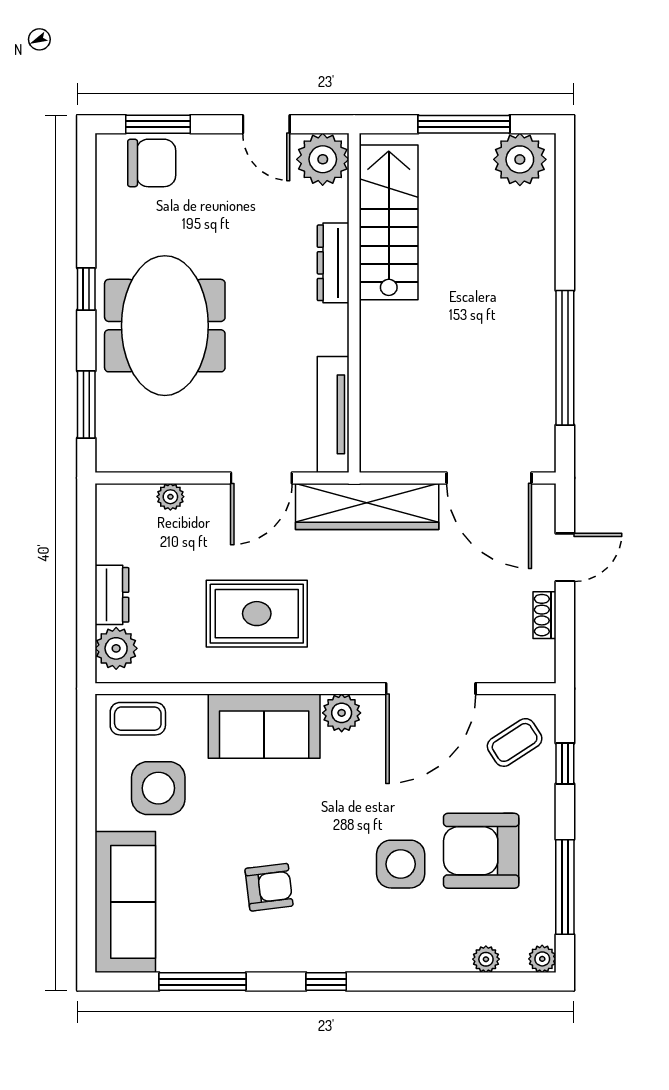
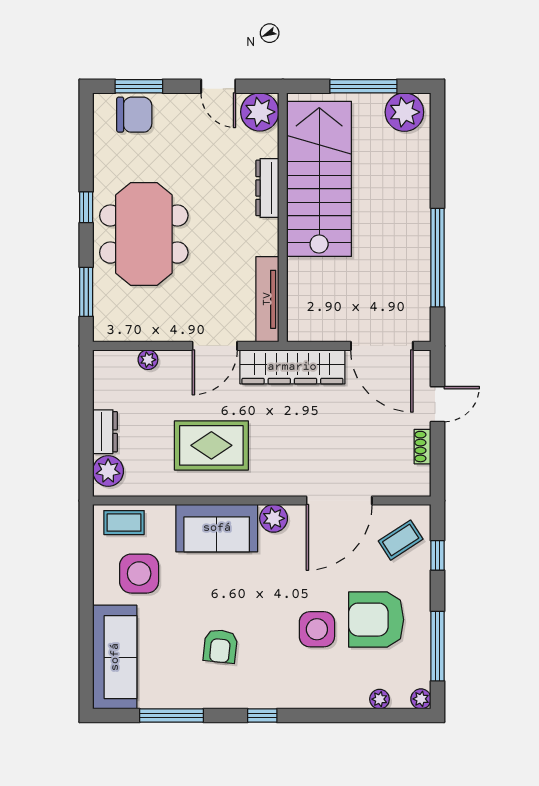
stairs: (389, 222) -> (319, 179), width x1.36, depth x1.51
armchair: (269, 887) -> (220, 646), turned 103

